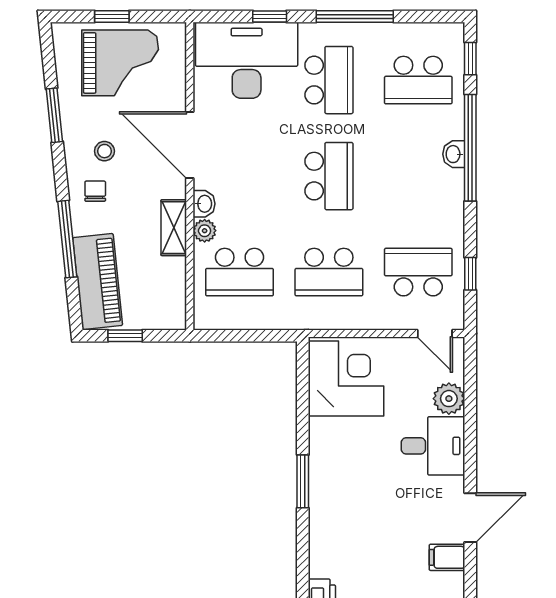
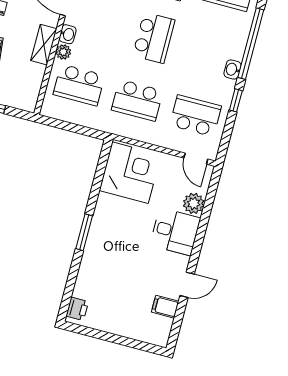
washbasin: (454, 154) -> (232, 69), moved
window: (470, 274) -> (236, 100), moved
door: (470, 518) -> (187, 285), width x0.73

